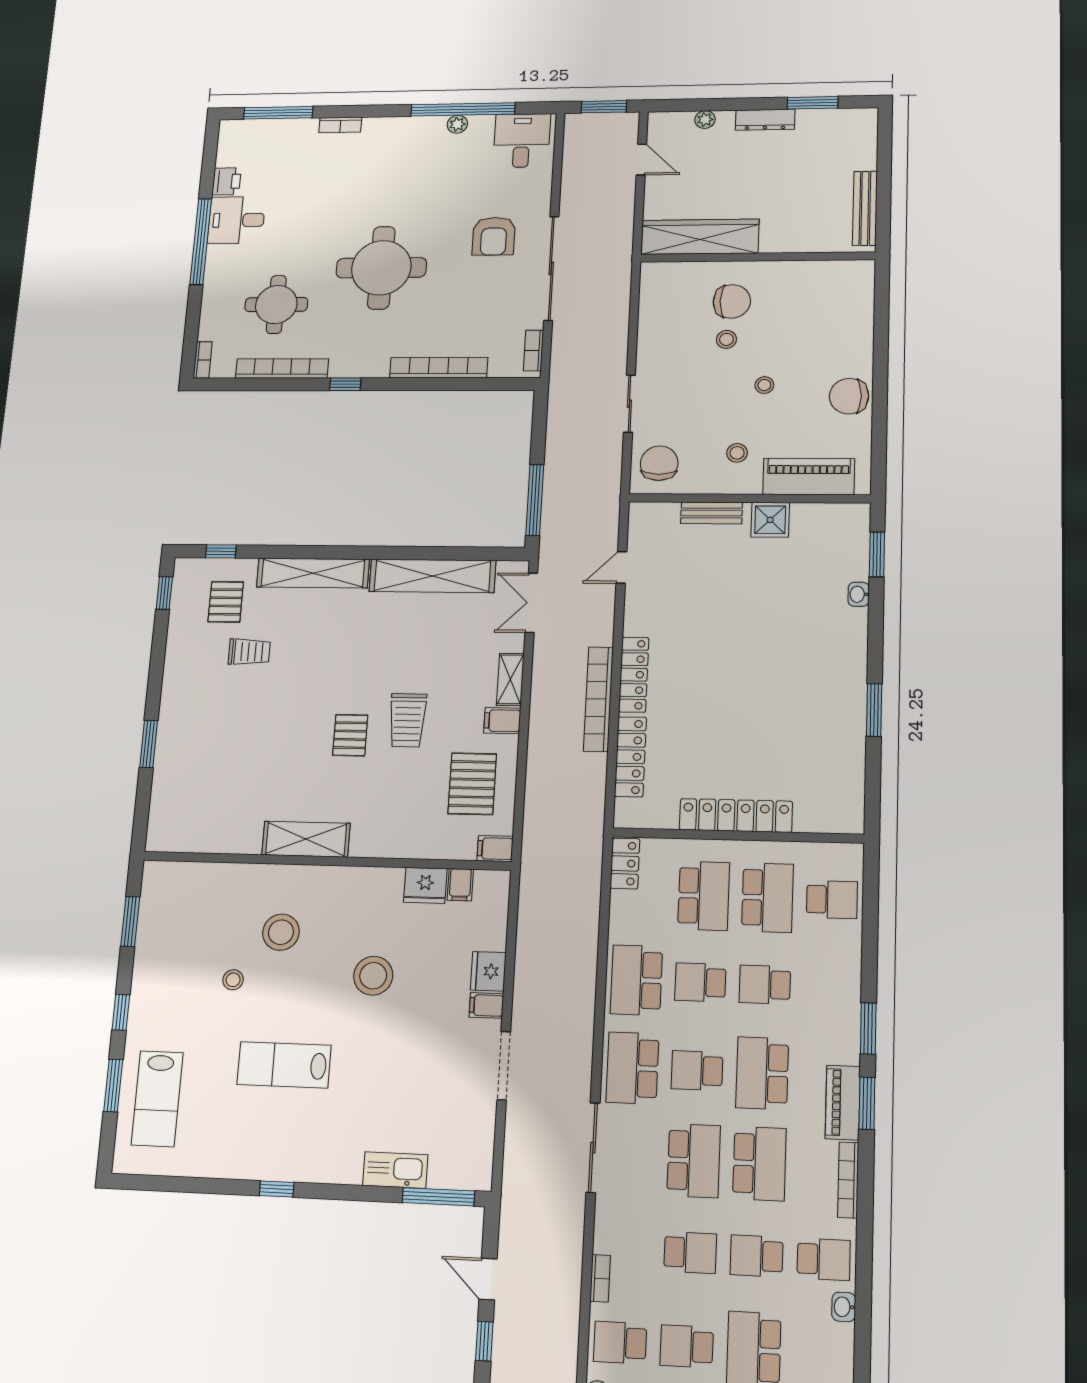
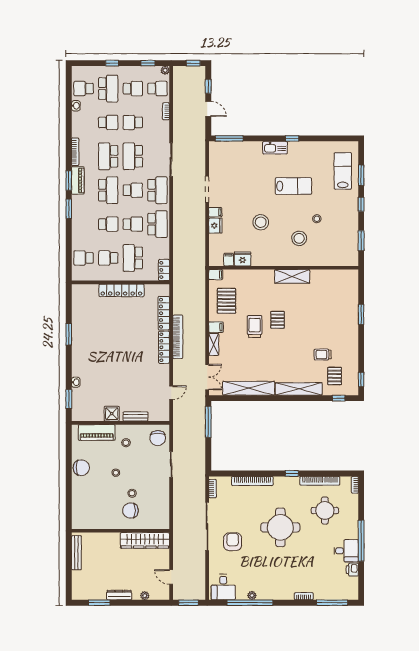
school desk: (767, 898) -> (108, 258), width x0.54
kitchen sink: (395, 1170) -> (275, 148), moved
school desk: (824, 1259) -> (84, 89), moved

